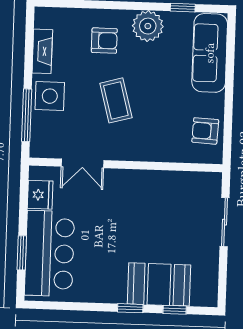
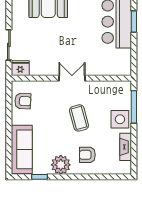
double door: (82, 163) -> (72, 78), moved
fridge: (40, 195) -> (20, 68), moved, turned 90

